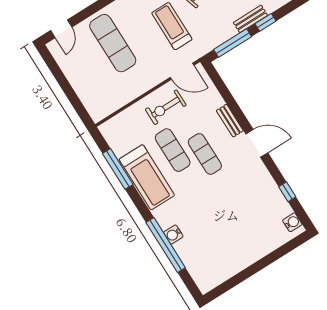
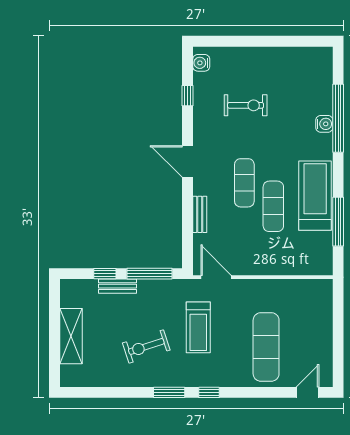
exercise bike: (166, 107) -> (246, 105), moved
bench: (230, 121) -> (200, 214), moved

